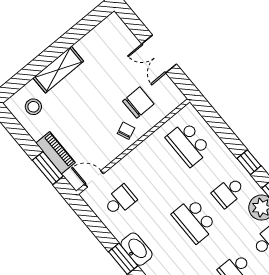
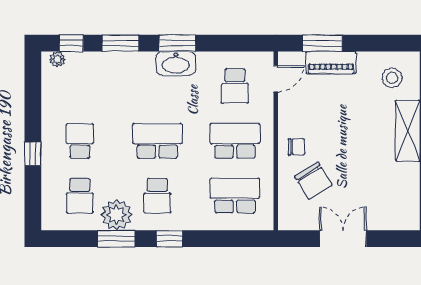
chair: (138, 103) -> (313, 181), turned -32
chair: (126, 131) -> (296, 147), turned -67
school desk: (154, 172) -> (235, 141), added
school desk: (228, 192) -> (157, 196), turned 180

